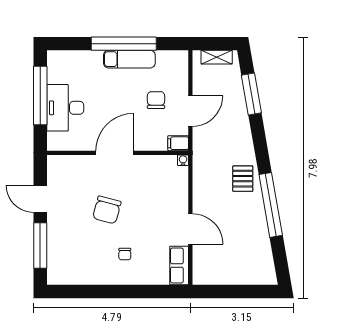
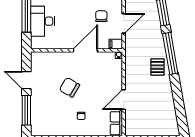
door: (115, 153) -> (85, 50), moved
window: (271, 205) -> (170, 53), moved
chair: (107, 210) -> (70, 87), turned 105
door: (190, 229) -> (124, 100), swing flipped

